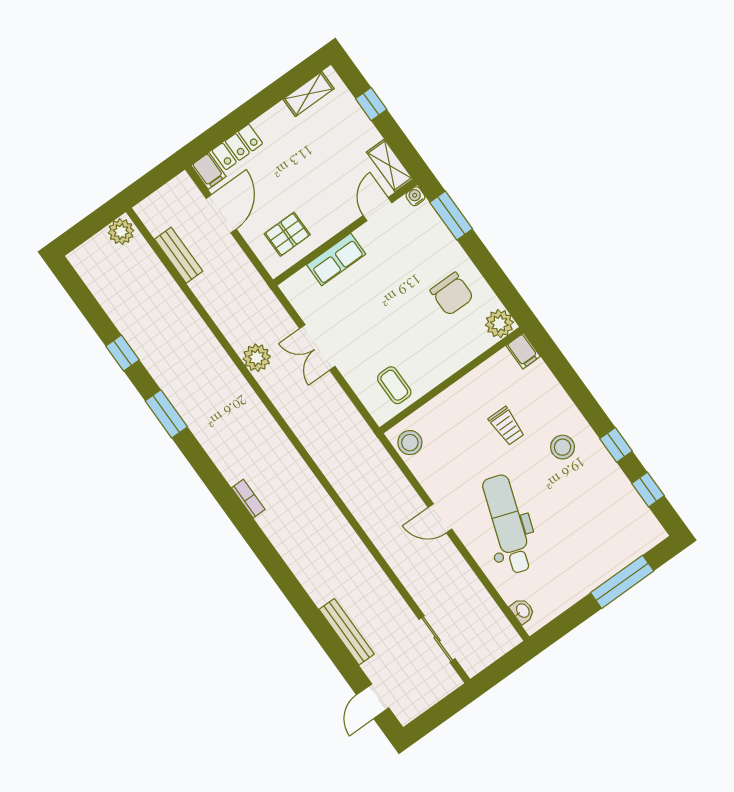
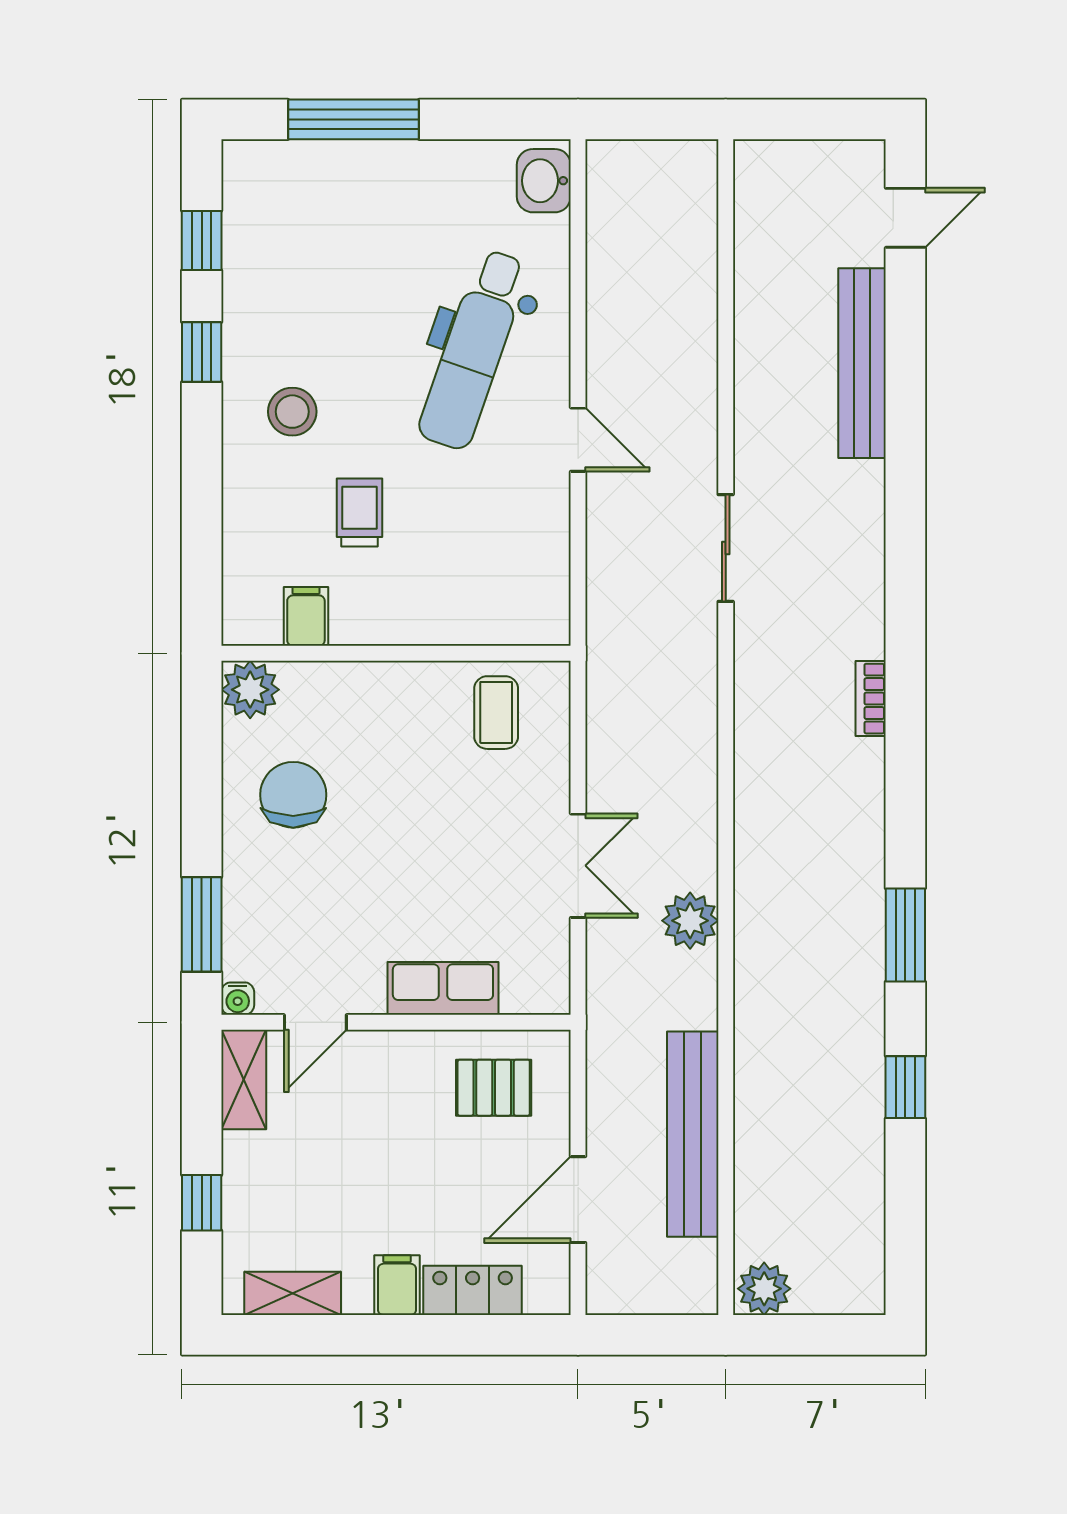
filing cabinet: (209, 171) -> (397, 1285), moved
bench: (179, 255) -> (693, 1134), width x1.86, depth x1.21
filing cabinet: (523, 351) -> (306, 616), moved
stool: (410, 443) -> (538, 600), removed
washbasin: (522, 611) -> (544, 181), width x1.38, depth x1.45
bench: (347, 632) -> (862, 363), width x1.37, depth x1.21
sliding door: (437, 639) -> (726, 548), moved

